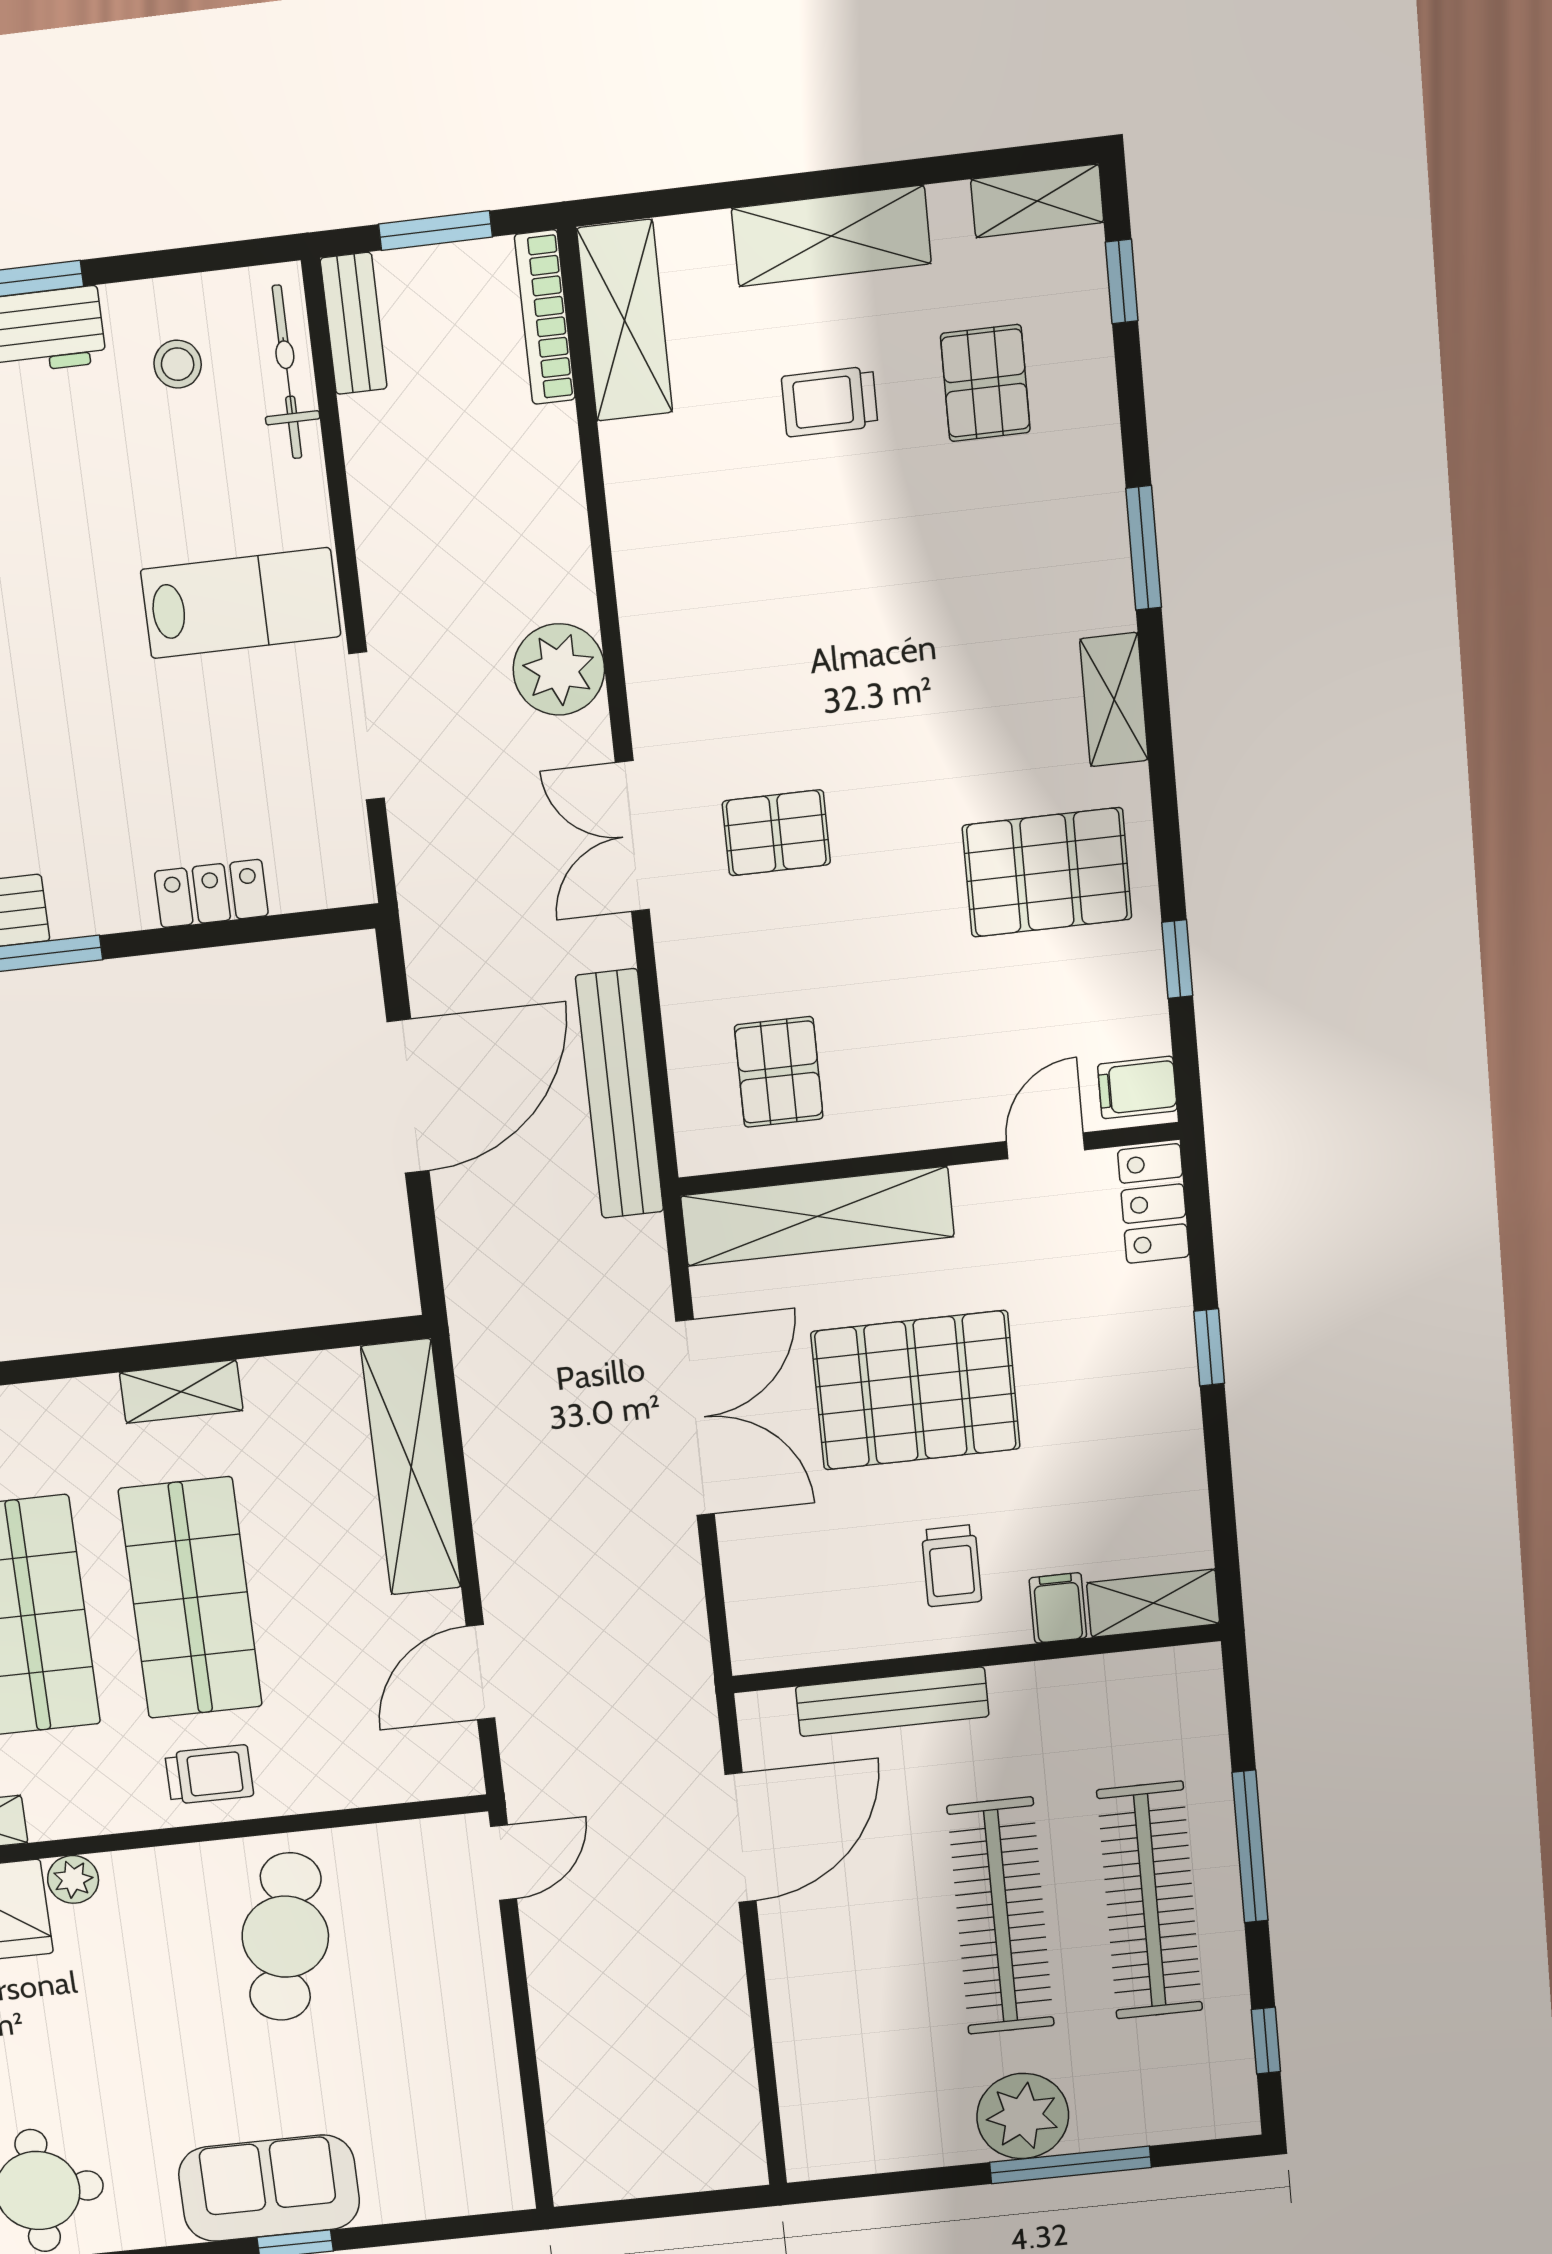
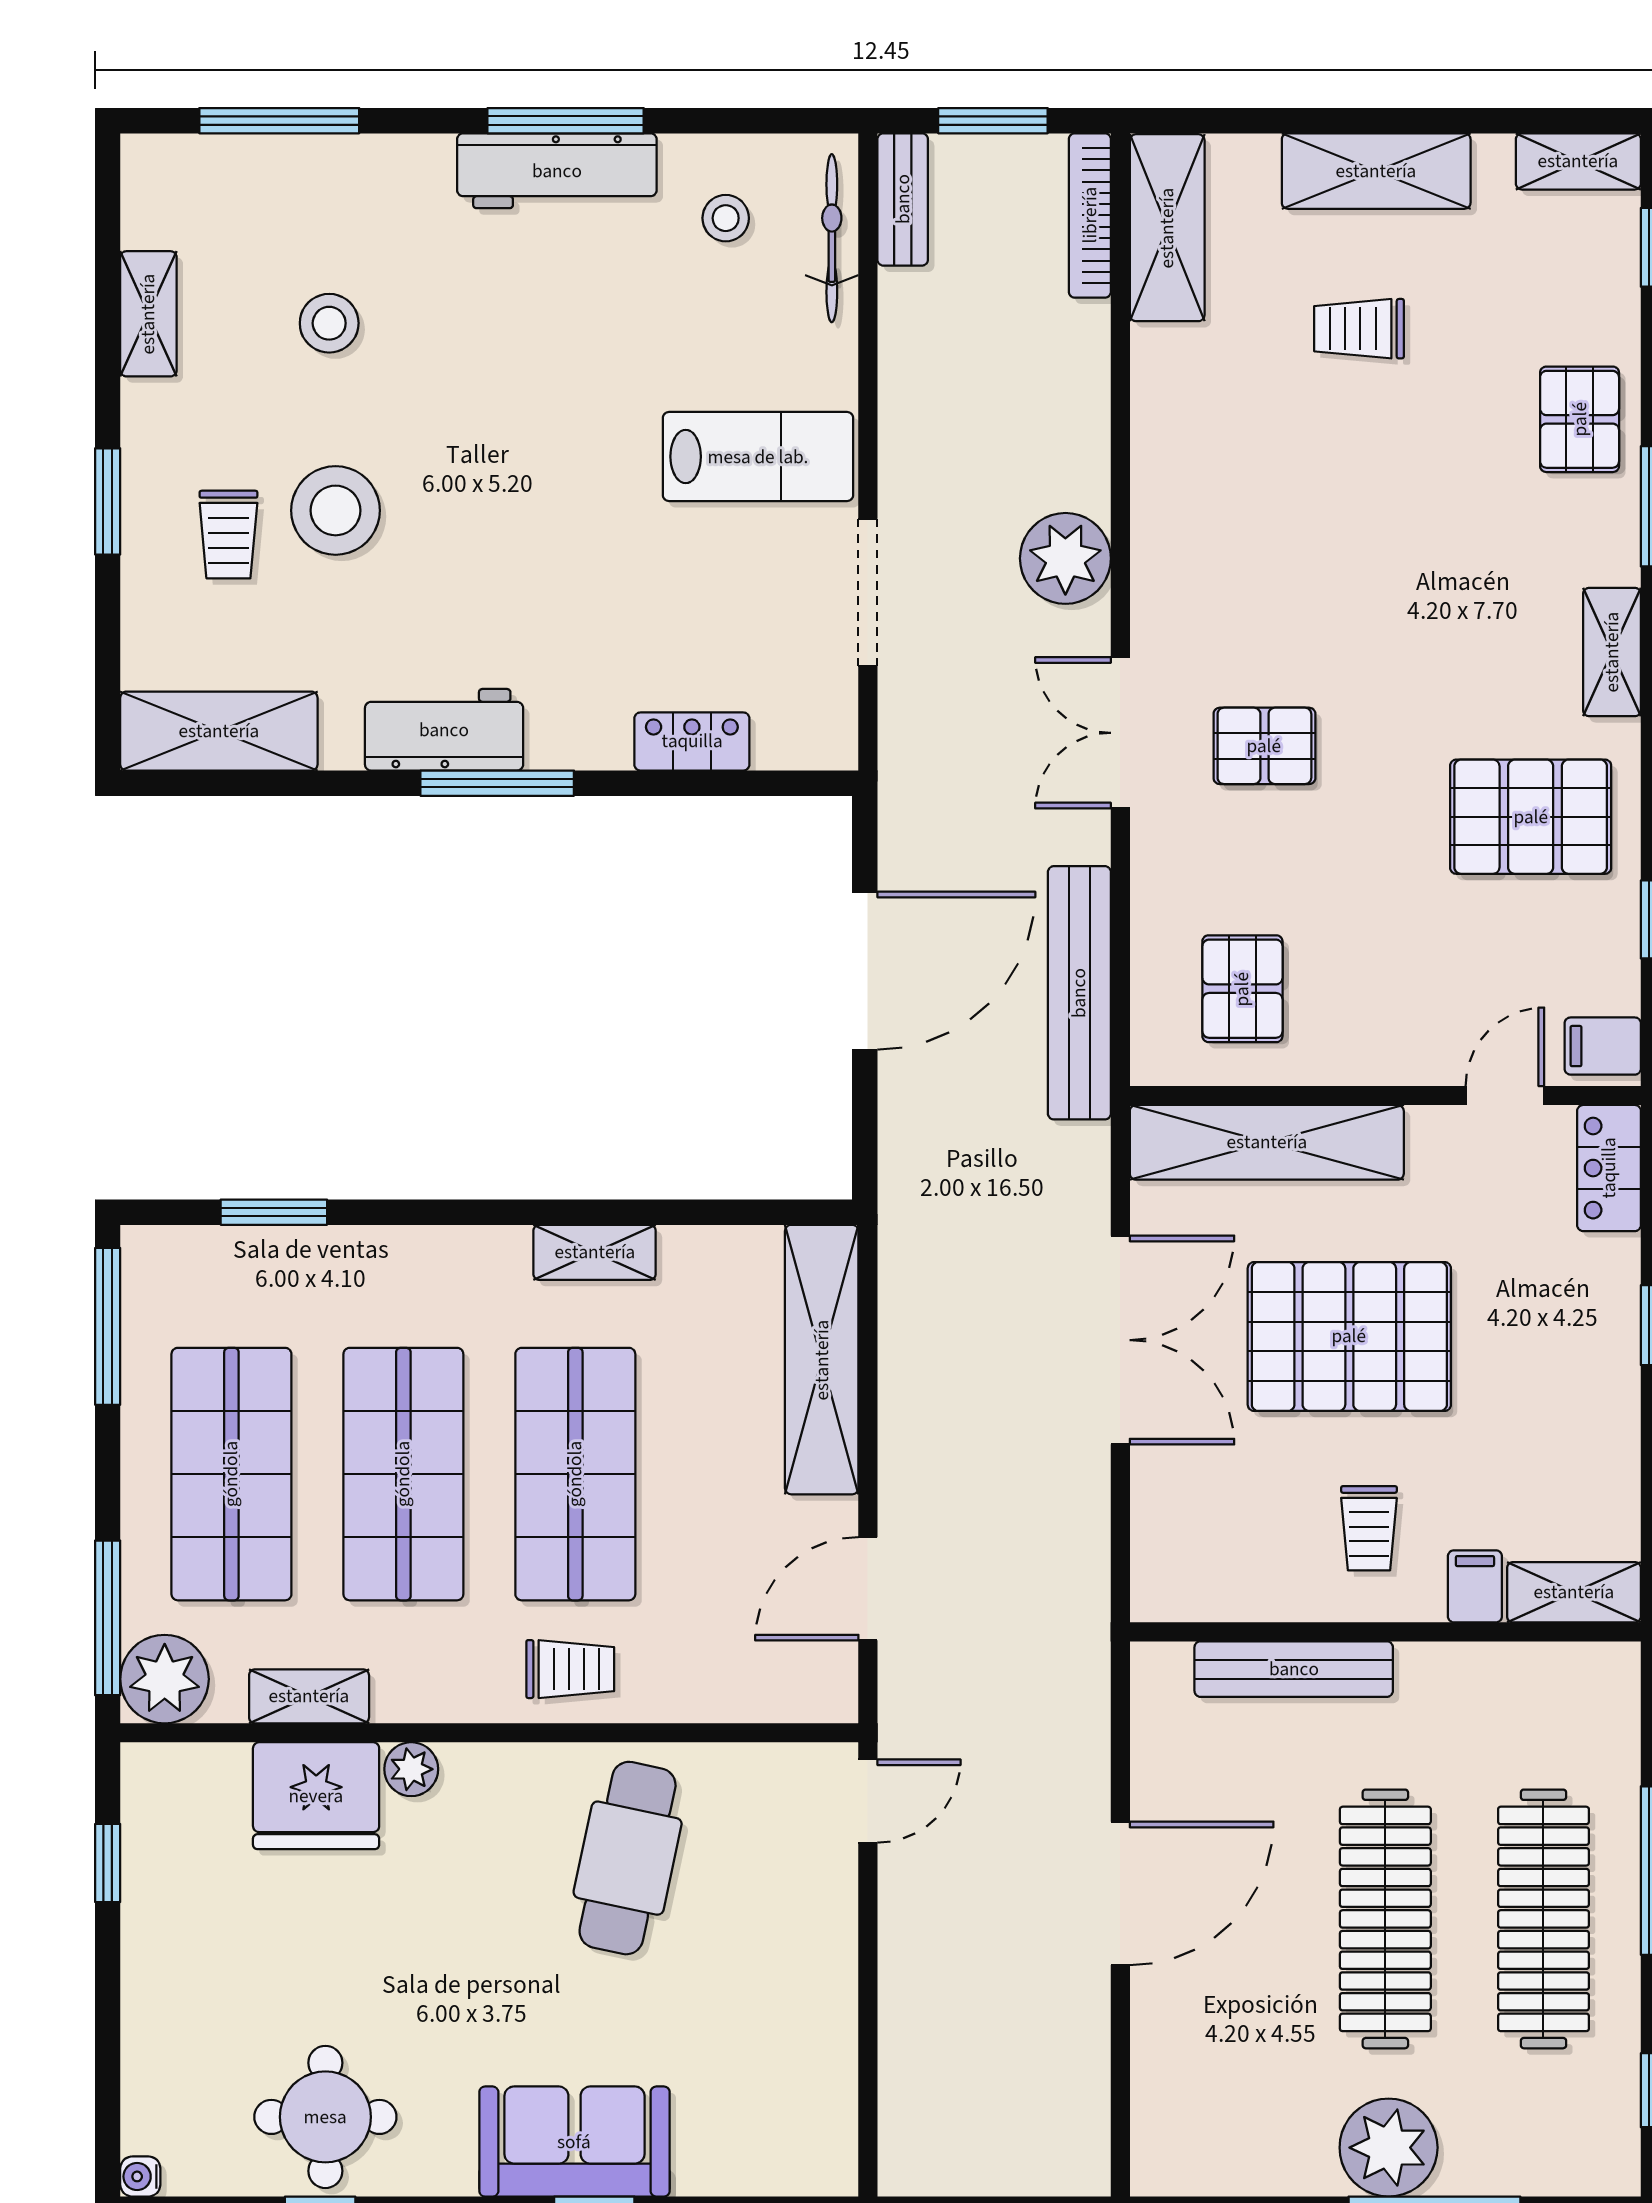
pallet: (985, 383) -> (1580, 419), moved
door: (741, 1838) -> (1120, 1893), moved

